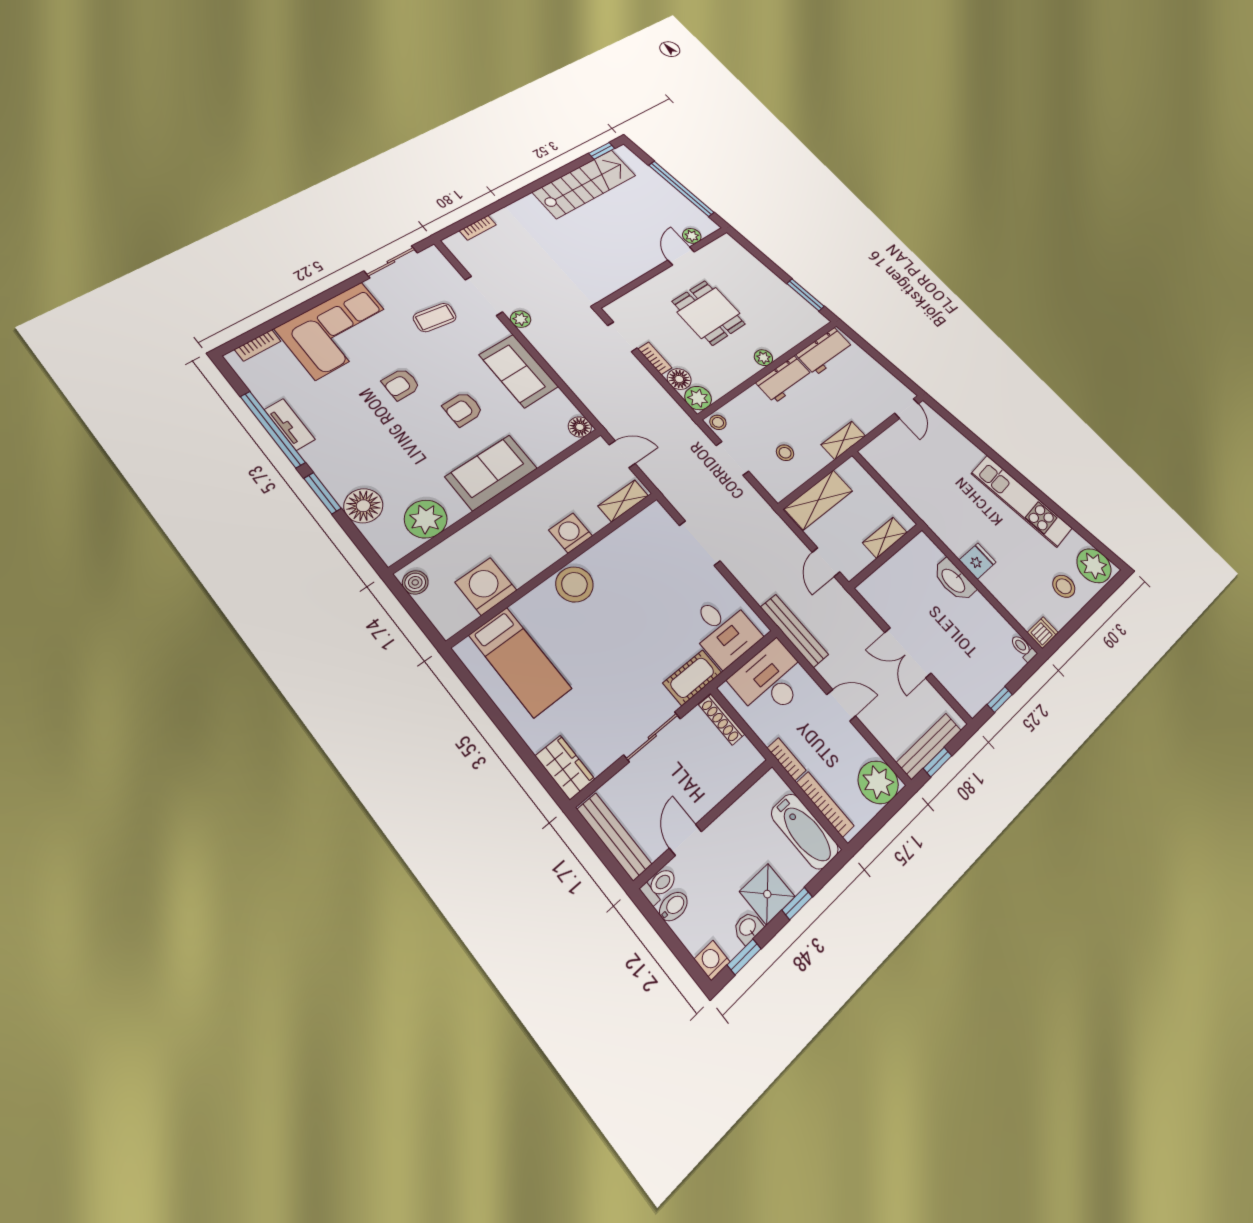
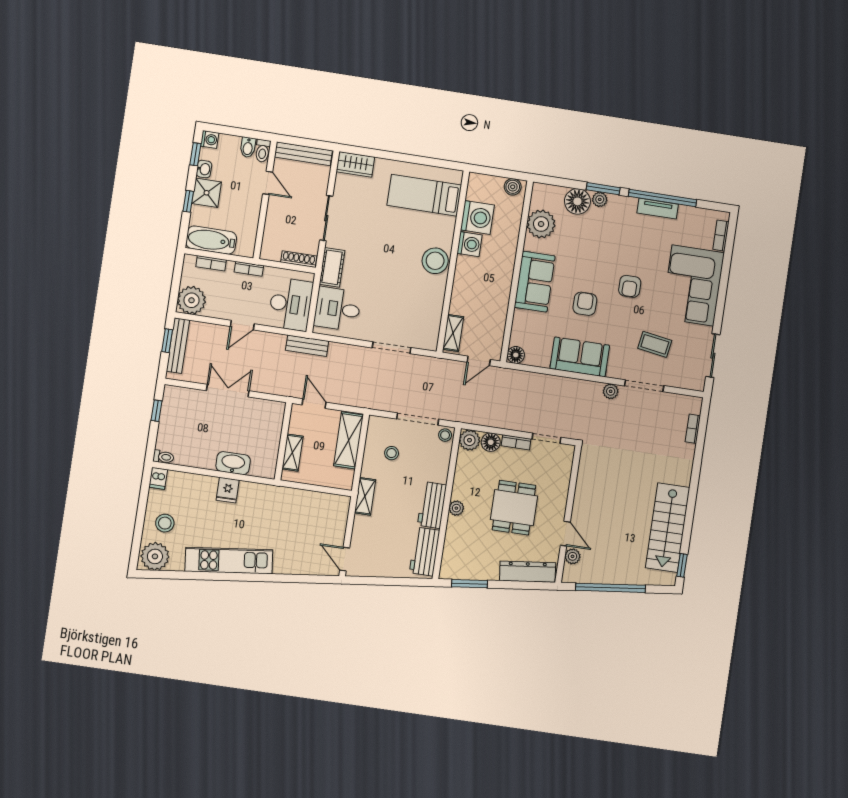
dresser: (744, 259) -> (528, 572), added
dining table: (709, 313) -> (514, 508), turned 90
coffee table: (435, 318) -> (655, 344), turned 90
armchair: (401, 384) -> (630, 286), turned 180
doorway: (732, 458) -> (418, 419), width x1.38
plant: (338, 487) -> (600, 199), added
washing machine: (571, 533) -> (470, 244), moved
bench: (794, 631) -> (307, 346), width x0.73
bookcase: (825, 804) -> (211, 263), width x0.64

